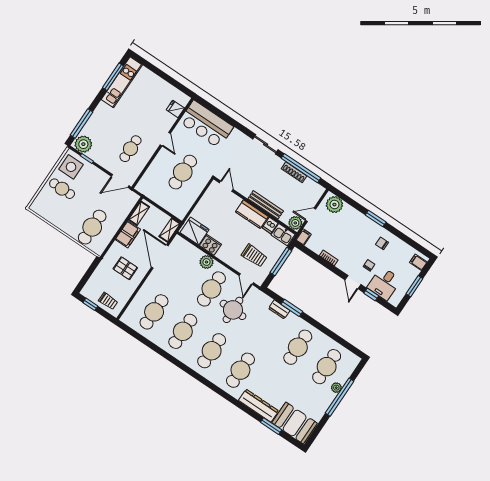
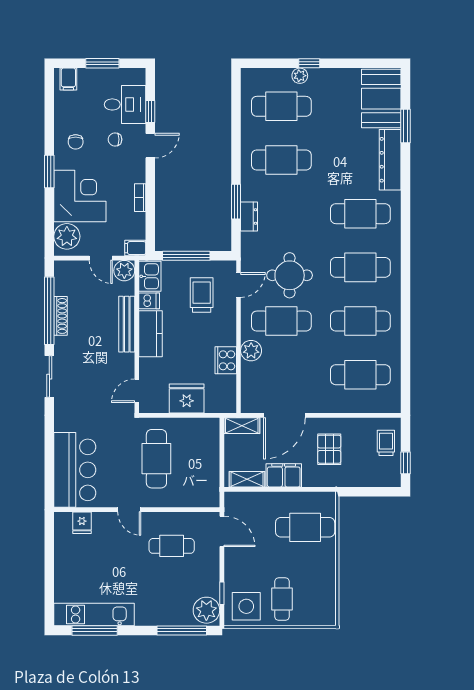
door: (165, 139) -> (129, 510), swing flipped
cafe table: (183, 172) -> (156, 459), turned 90
corner desk: (351, 226) -> (80, 196), added
fridge: (195, 231) -> (187, 398), moved, turned 90
window: (340, 397) -> (309, 63), width x0.32

